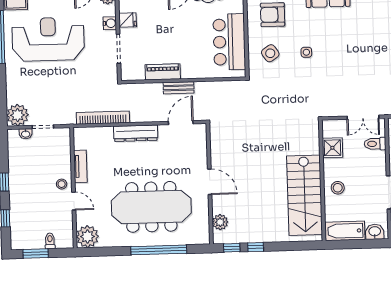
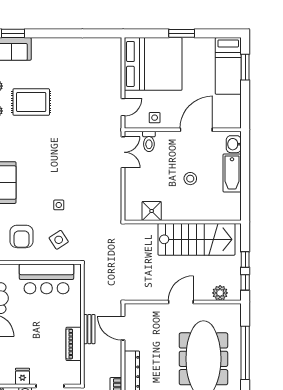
shower: (332, 148) -> (152, 211), moved
wall: (322, 180) -> (183, 222), moved
stairs: (304, 195) -> (196, 239), moved

